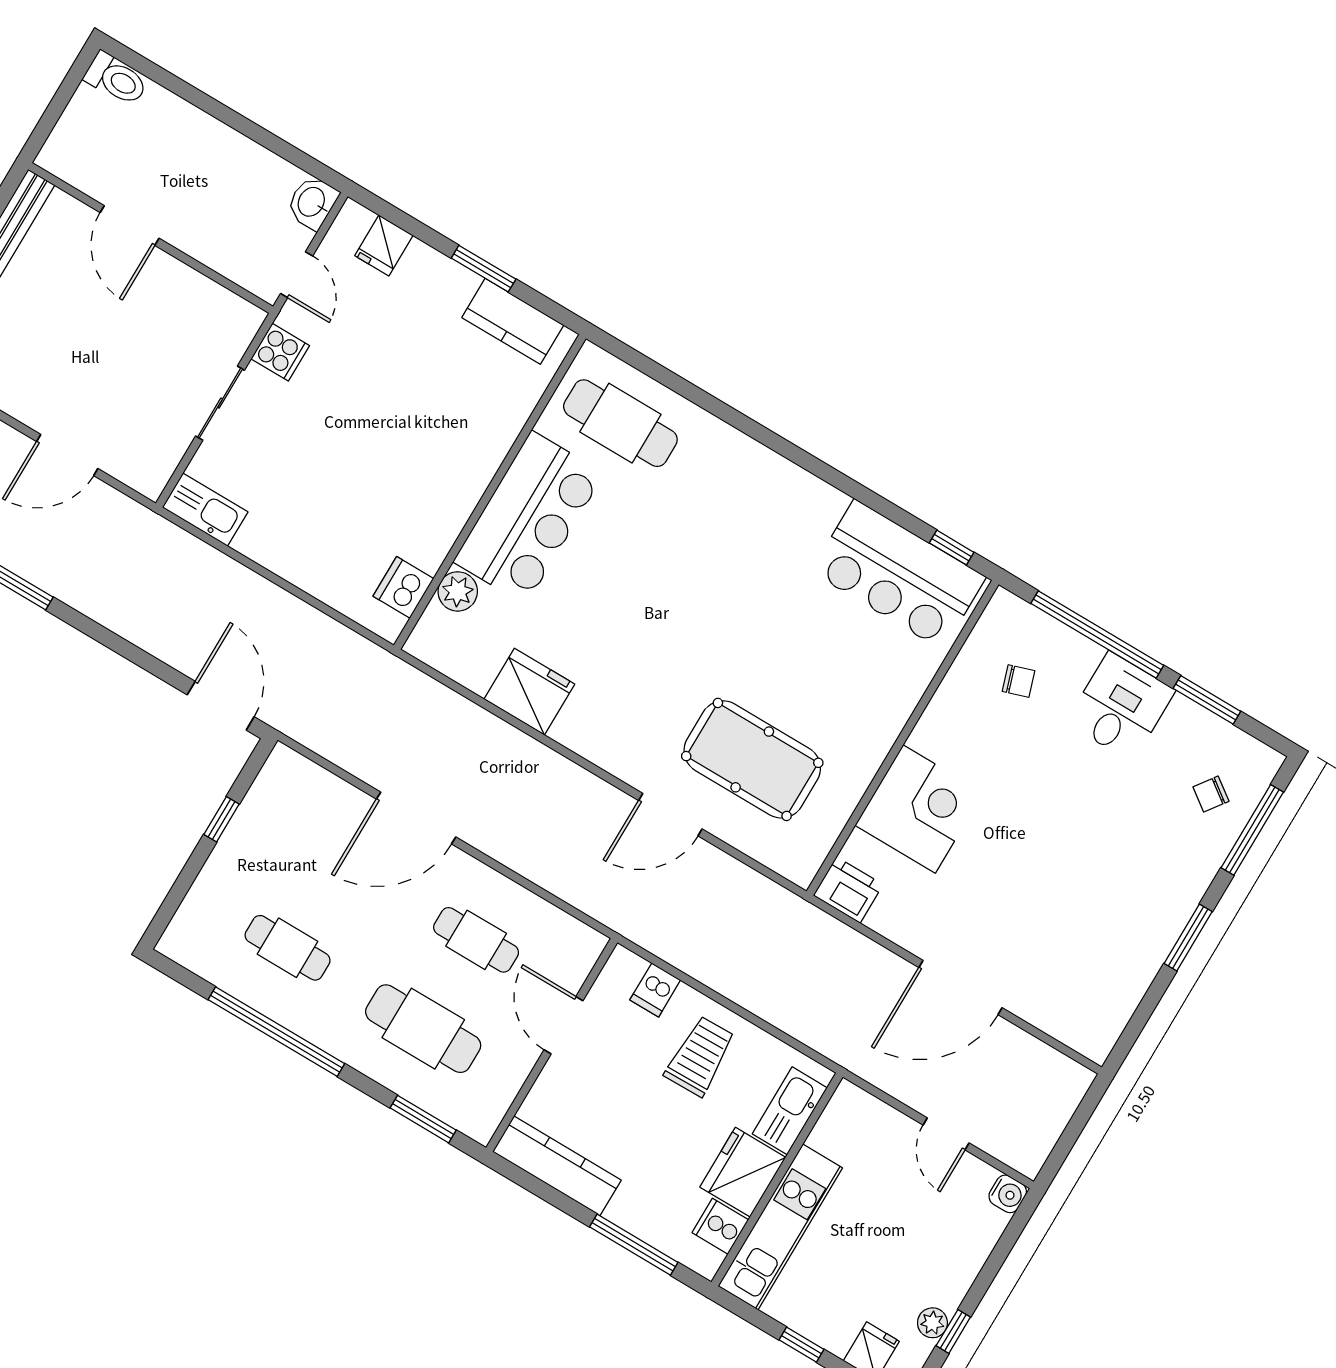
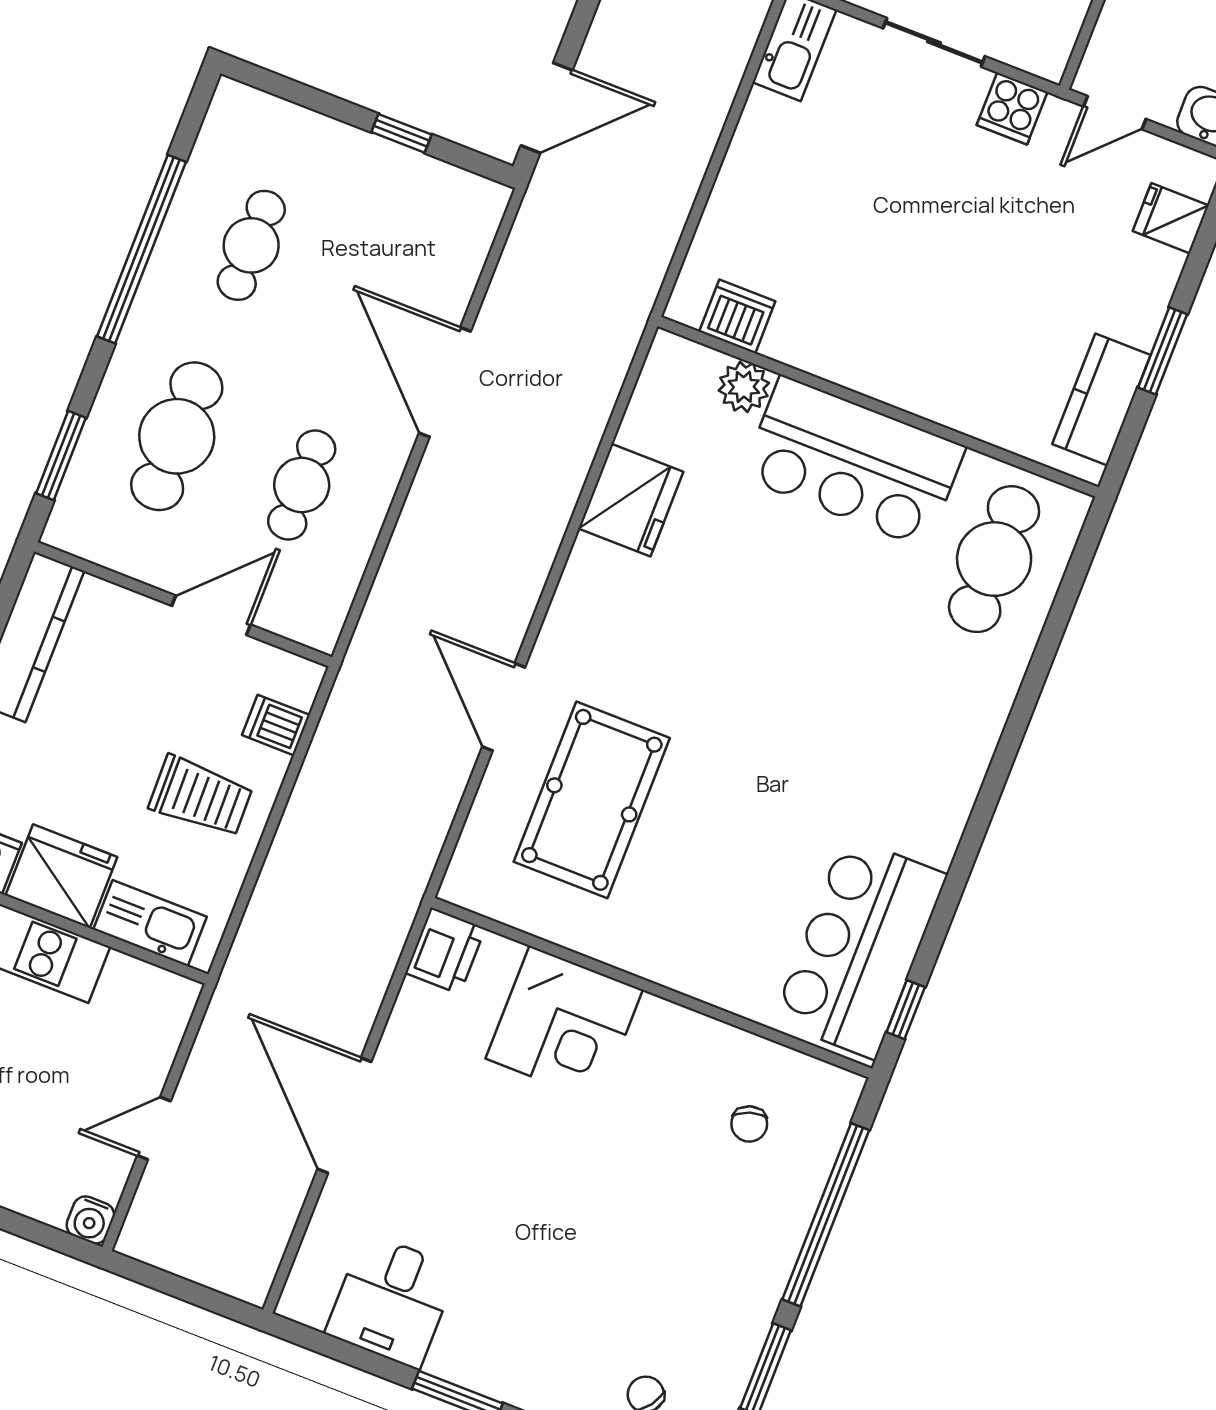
desk: (1121, 707) -> (392, 1301), moved, turned 90

